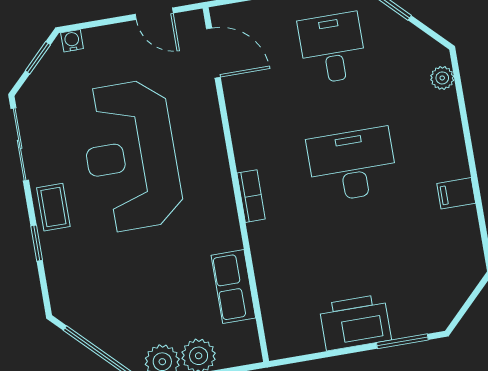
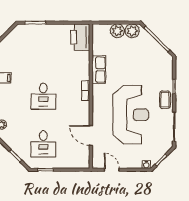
door: (213, 53) -> (91, 135), moved
desk: (352, 165) -> (43, 96), width x0.73
row of seats: (233, 287) -> (99, 70), moved
printer: (355, 322) -> (80, 37), moved, turned 90

